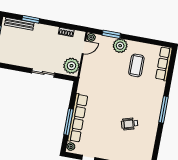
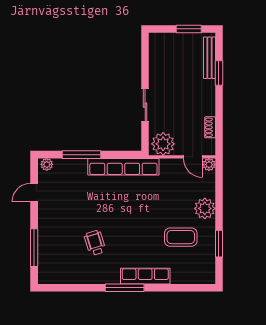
window: (111, 34) -> (219, 244), moved
row of seats: (164, 64) -> (145, 276), moved
row of seats: (78, 118) -> (123, 167), moved

